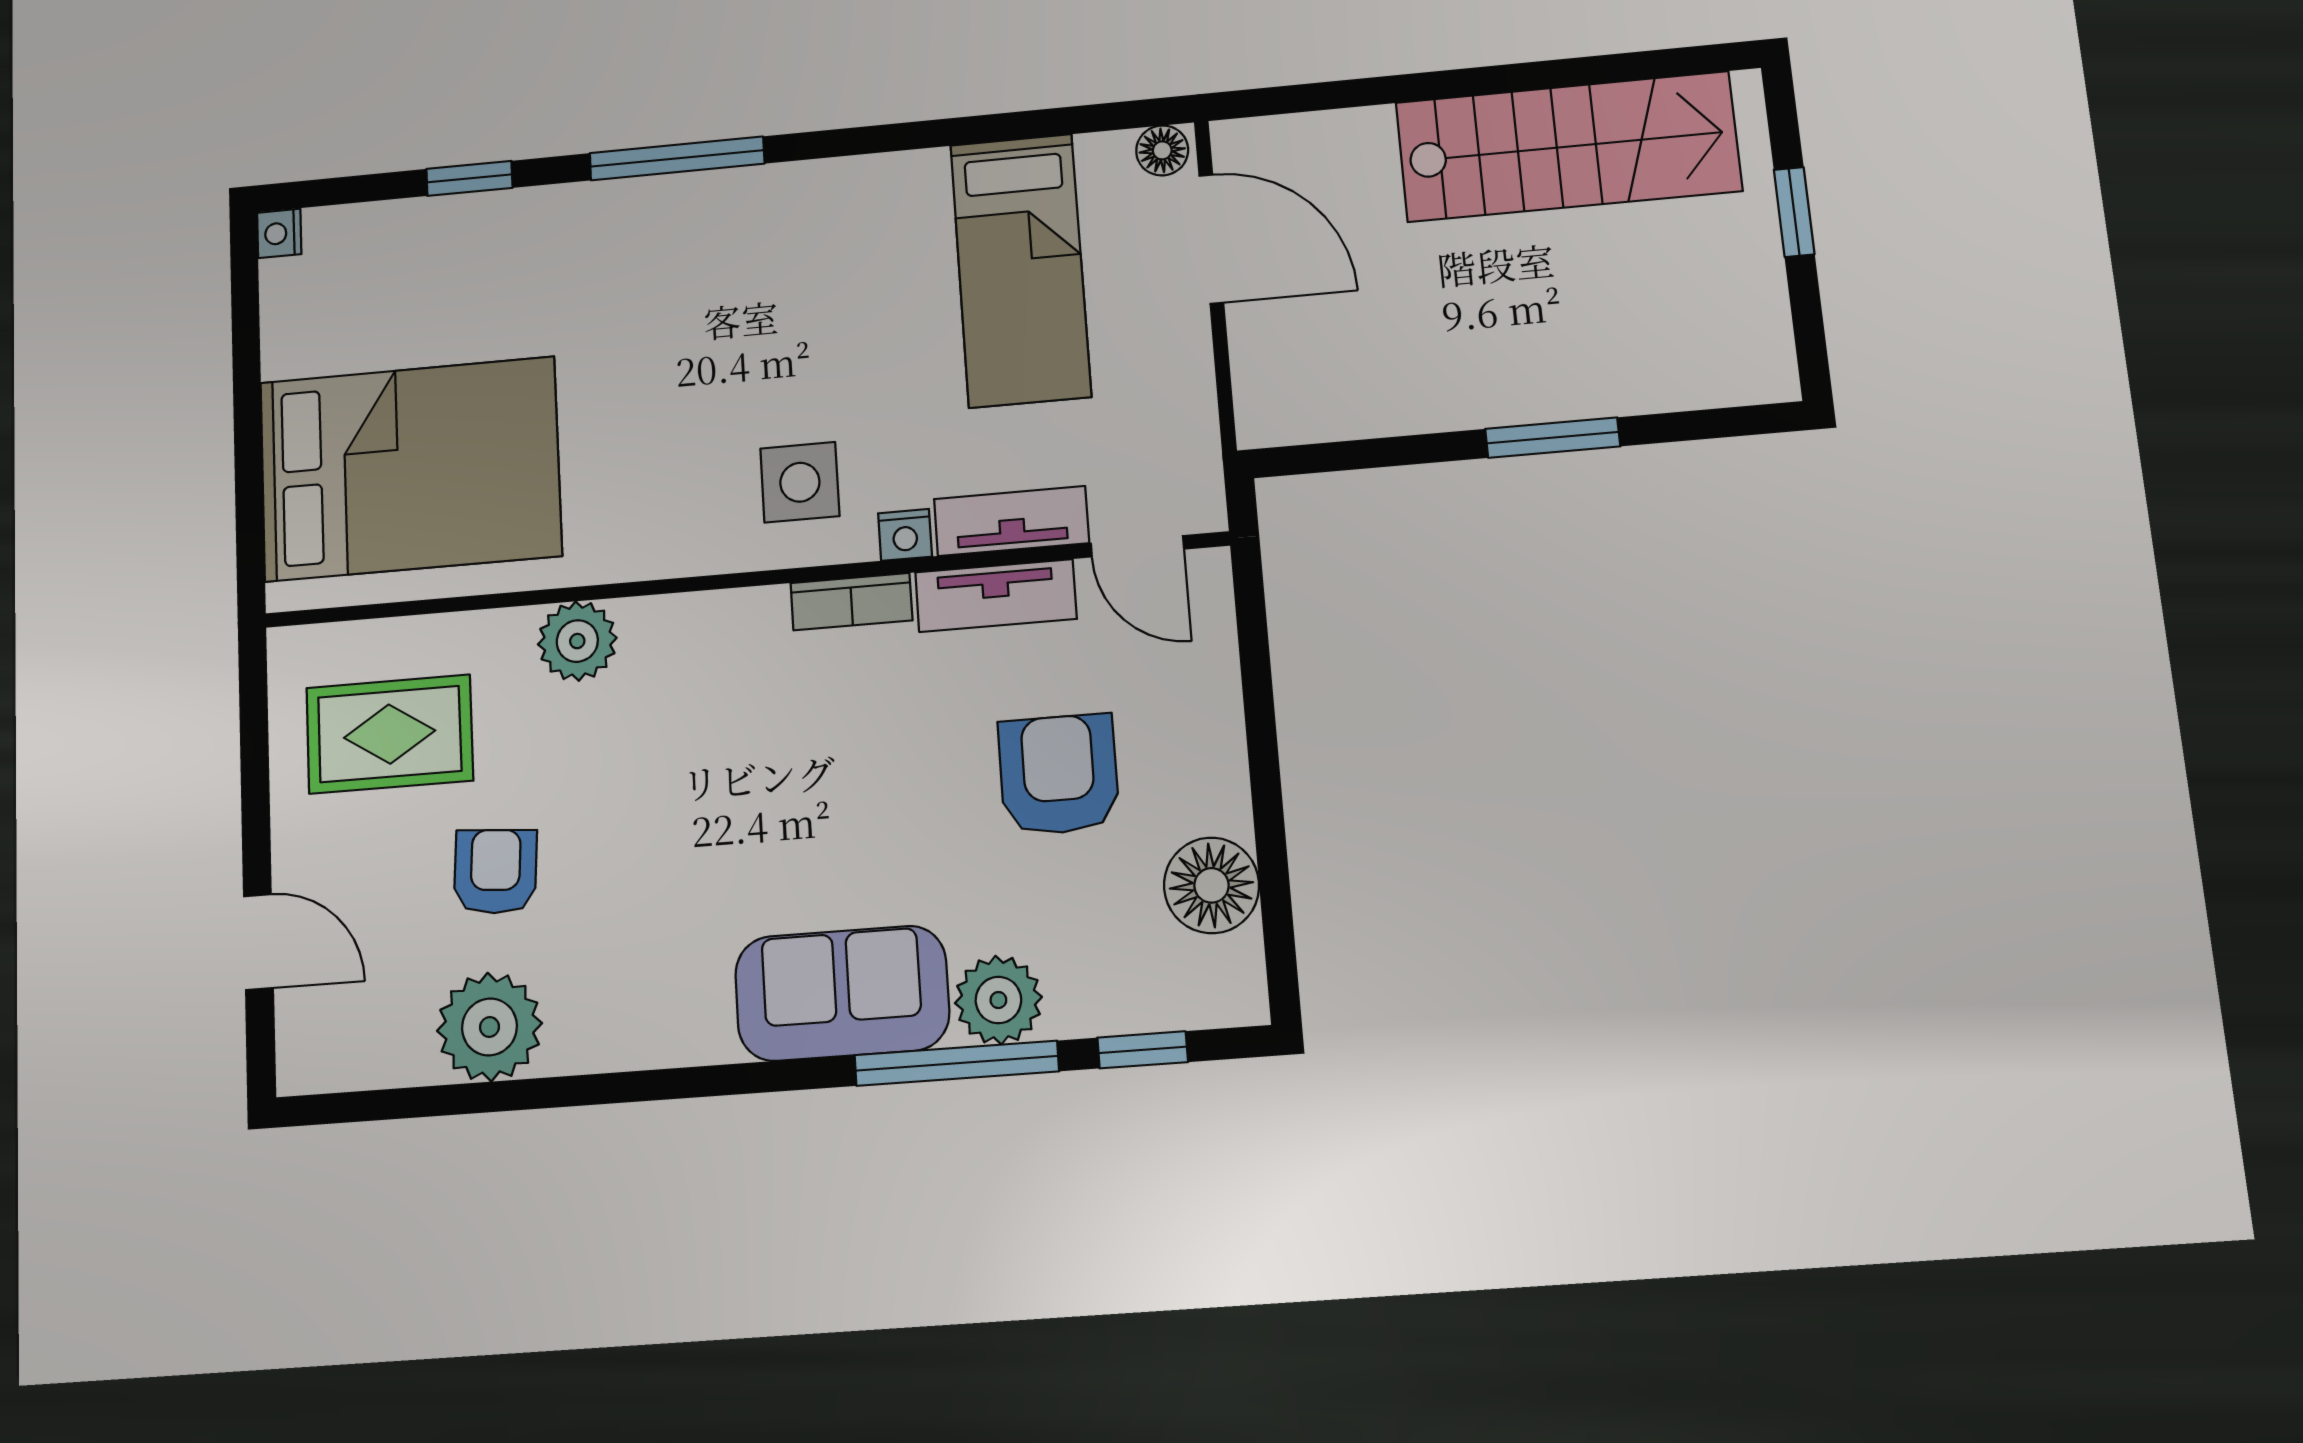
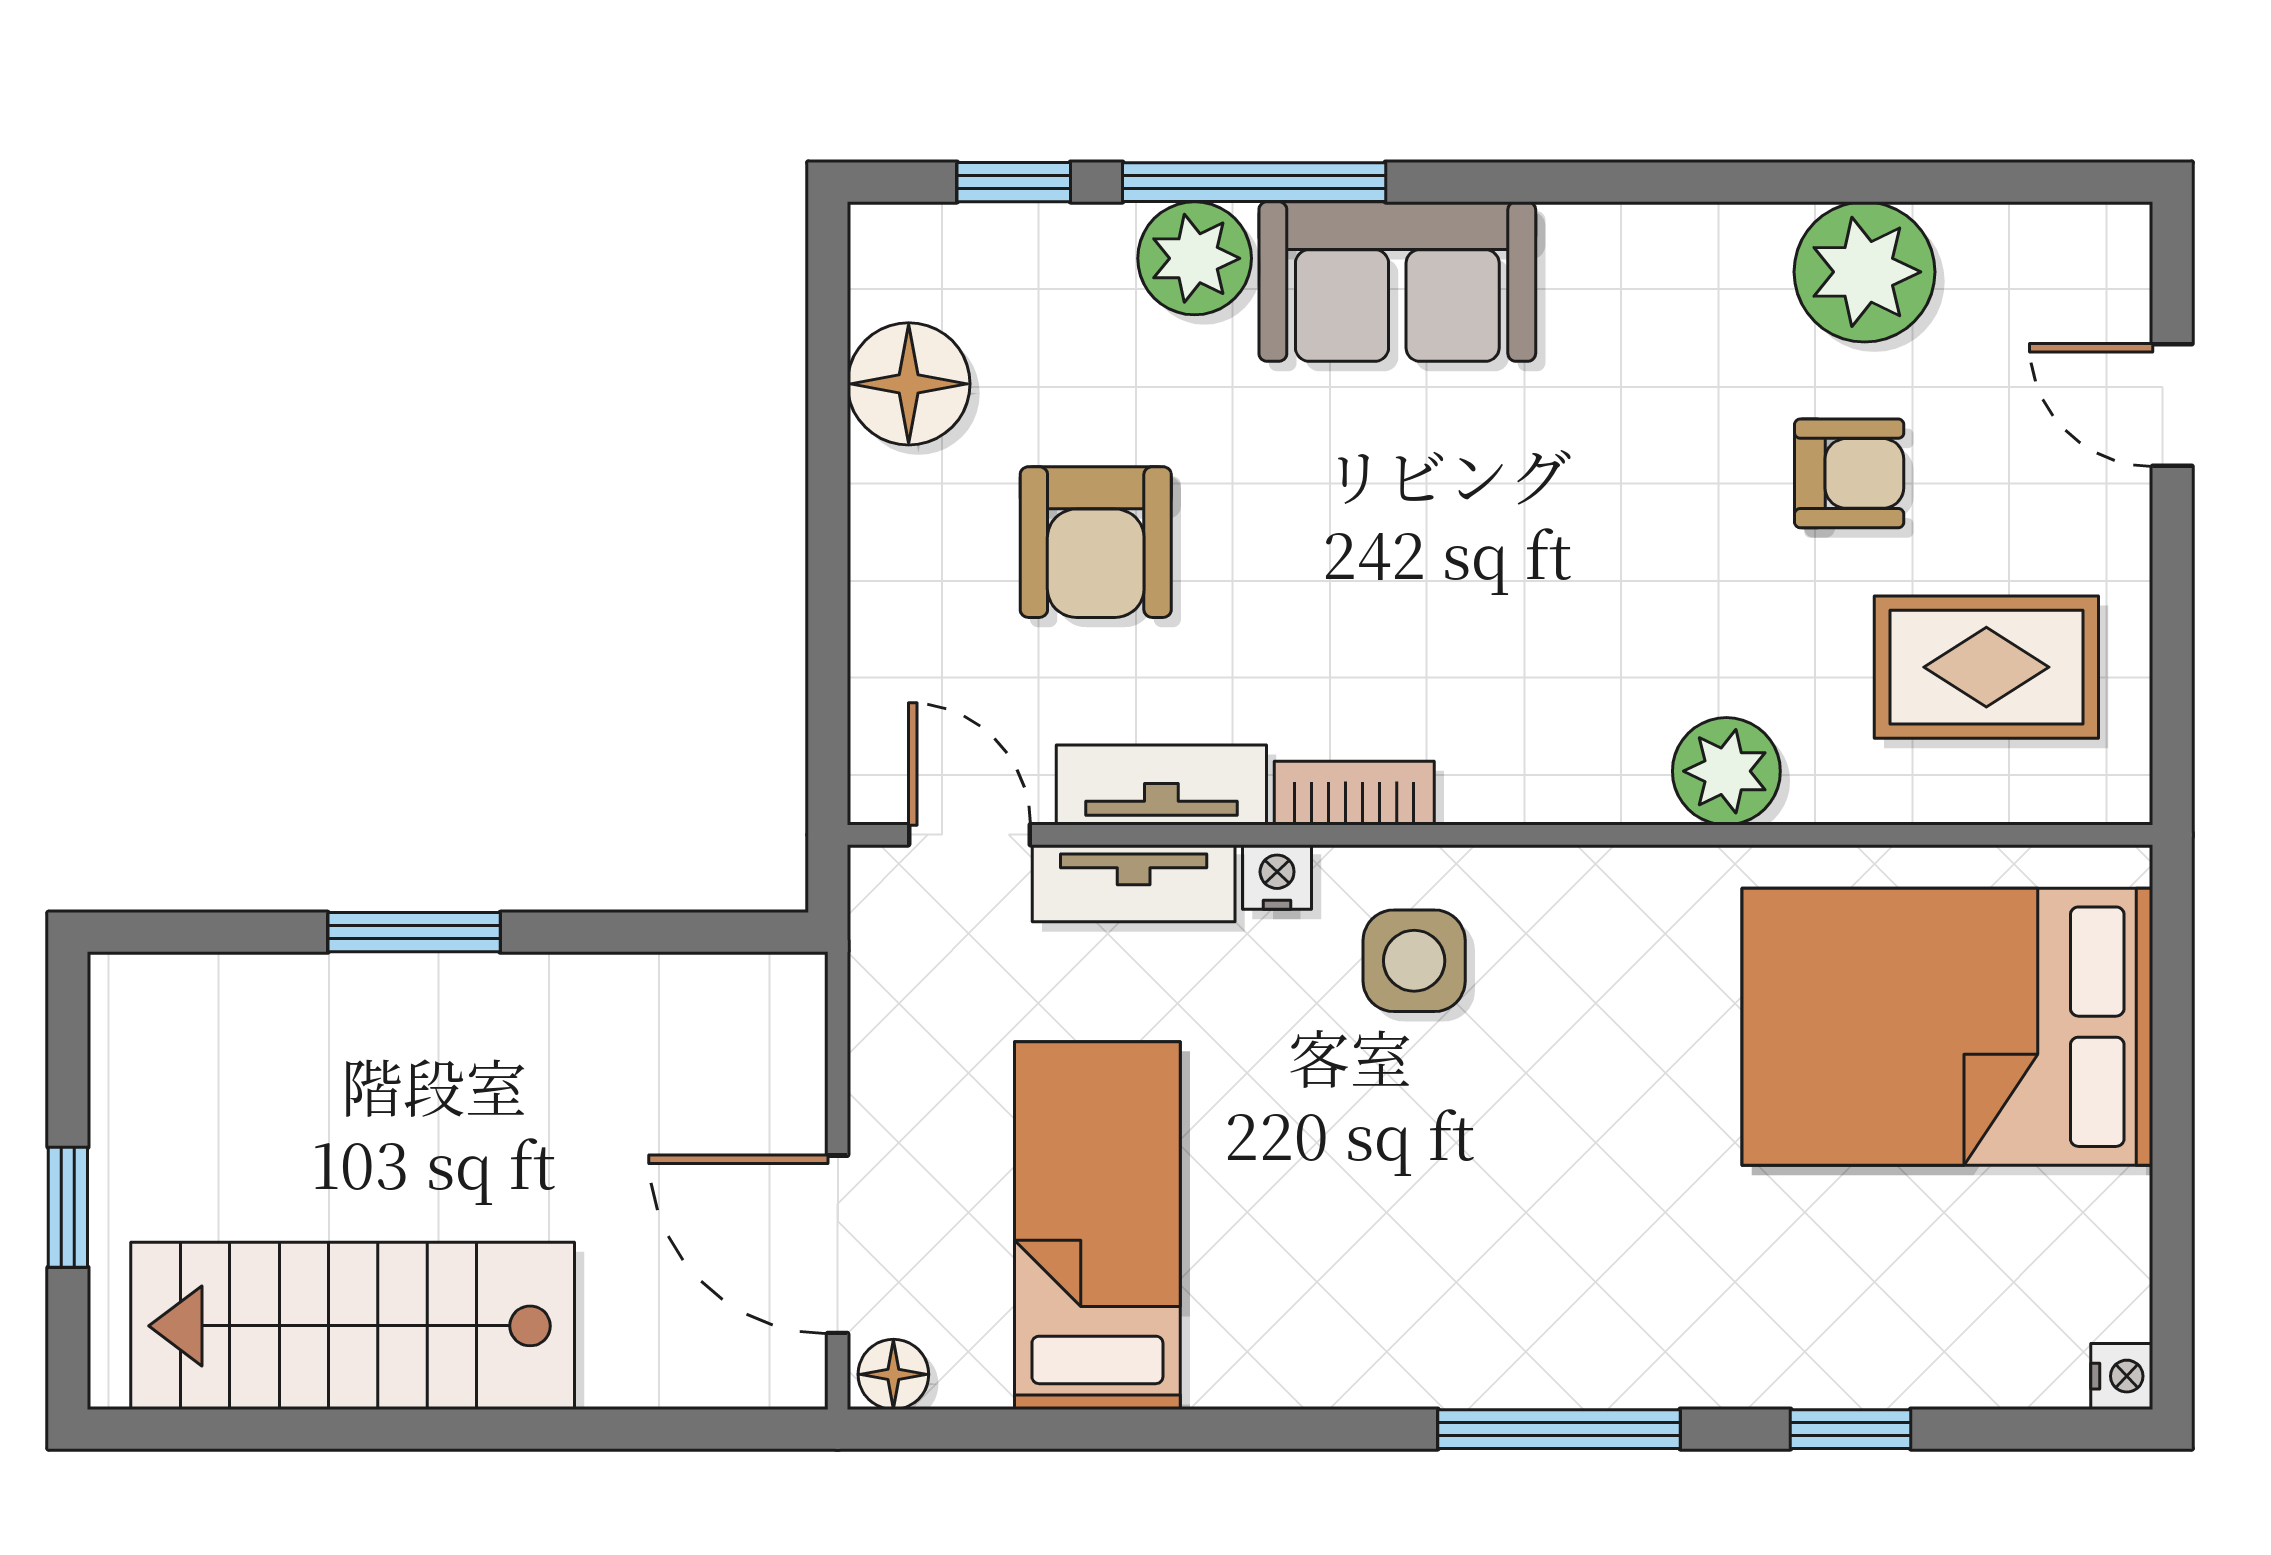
armchair: (495, 872) -> (1849, 473), turned -94

